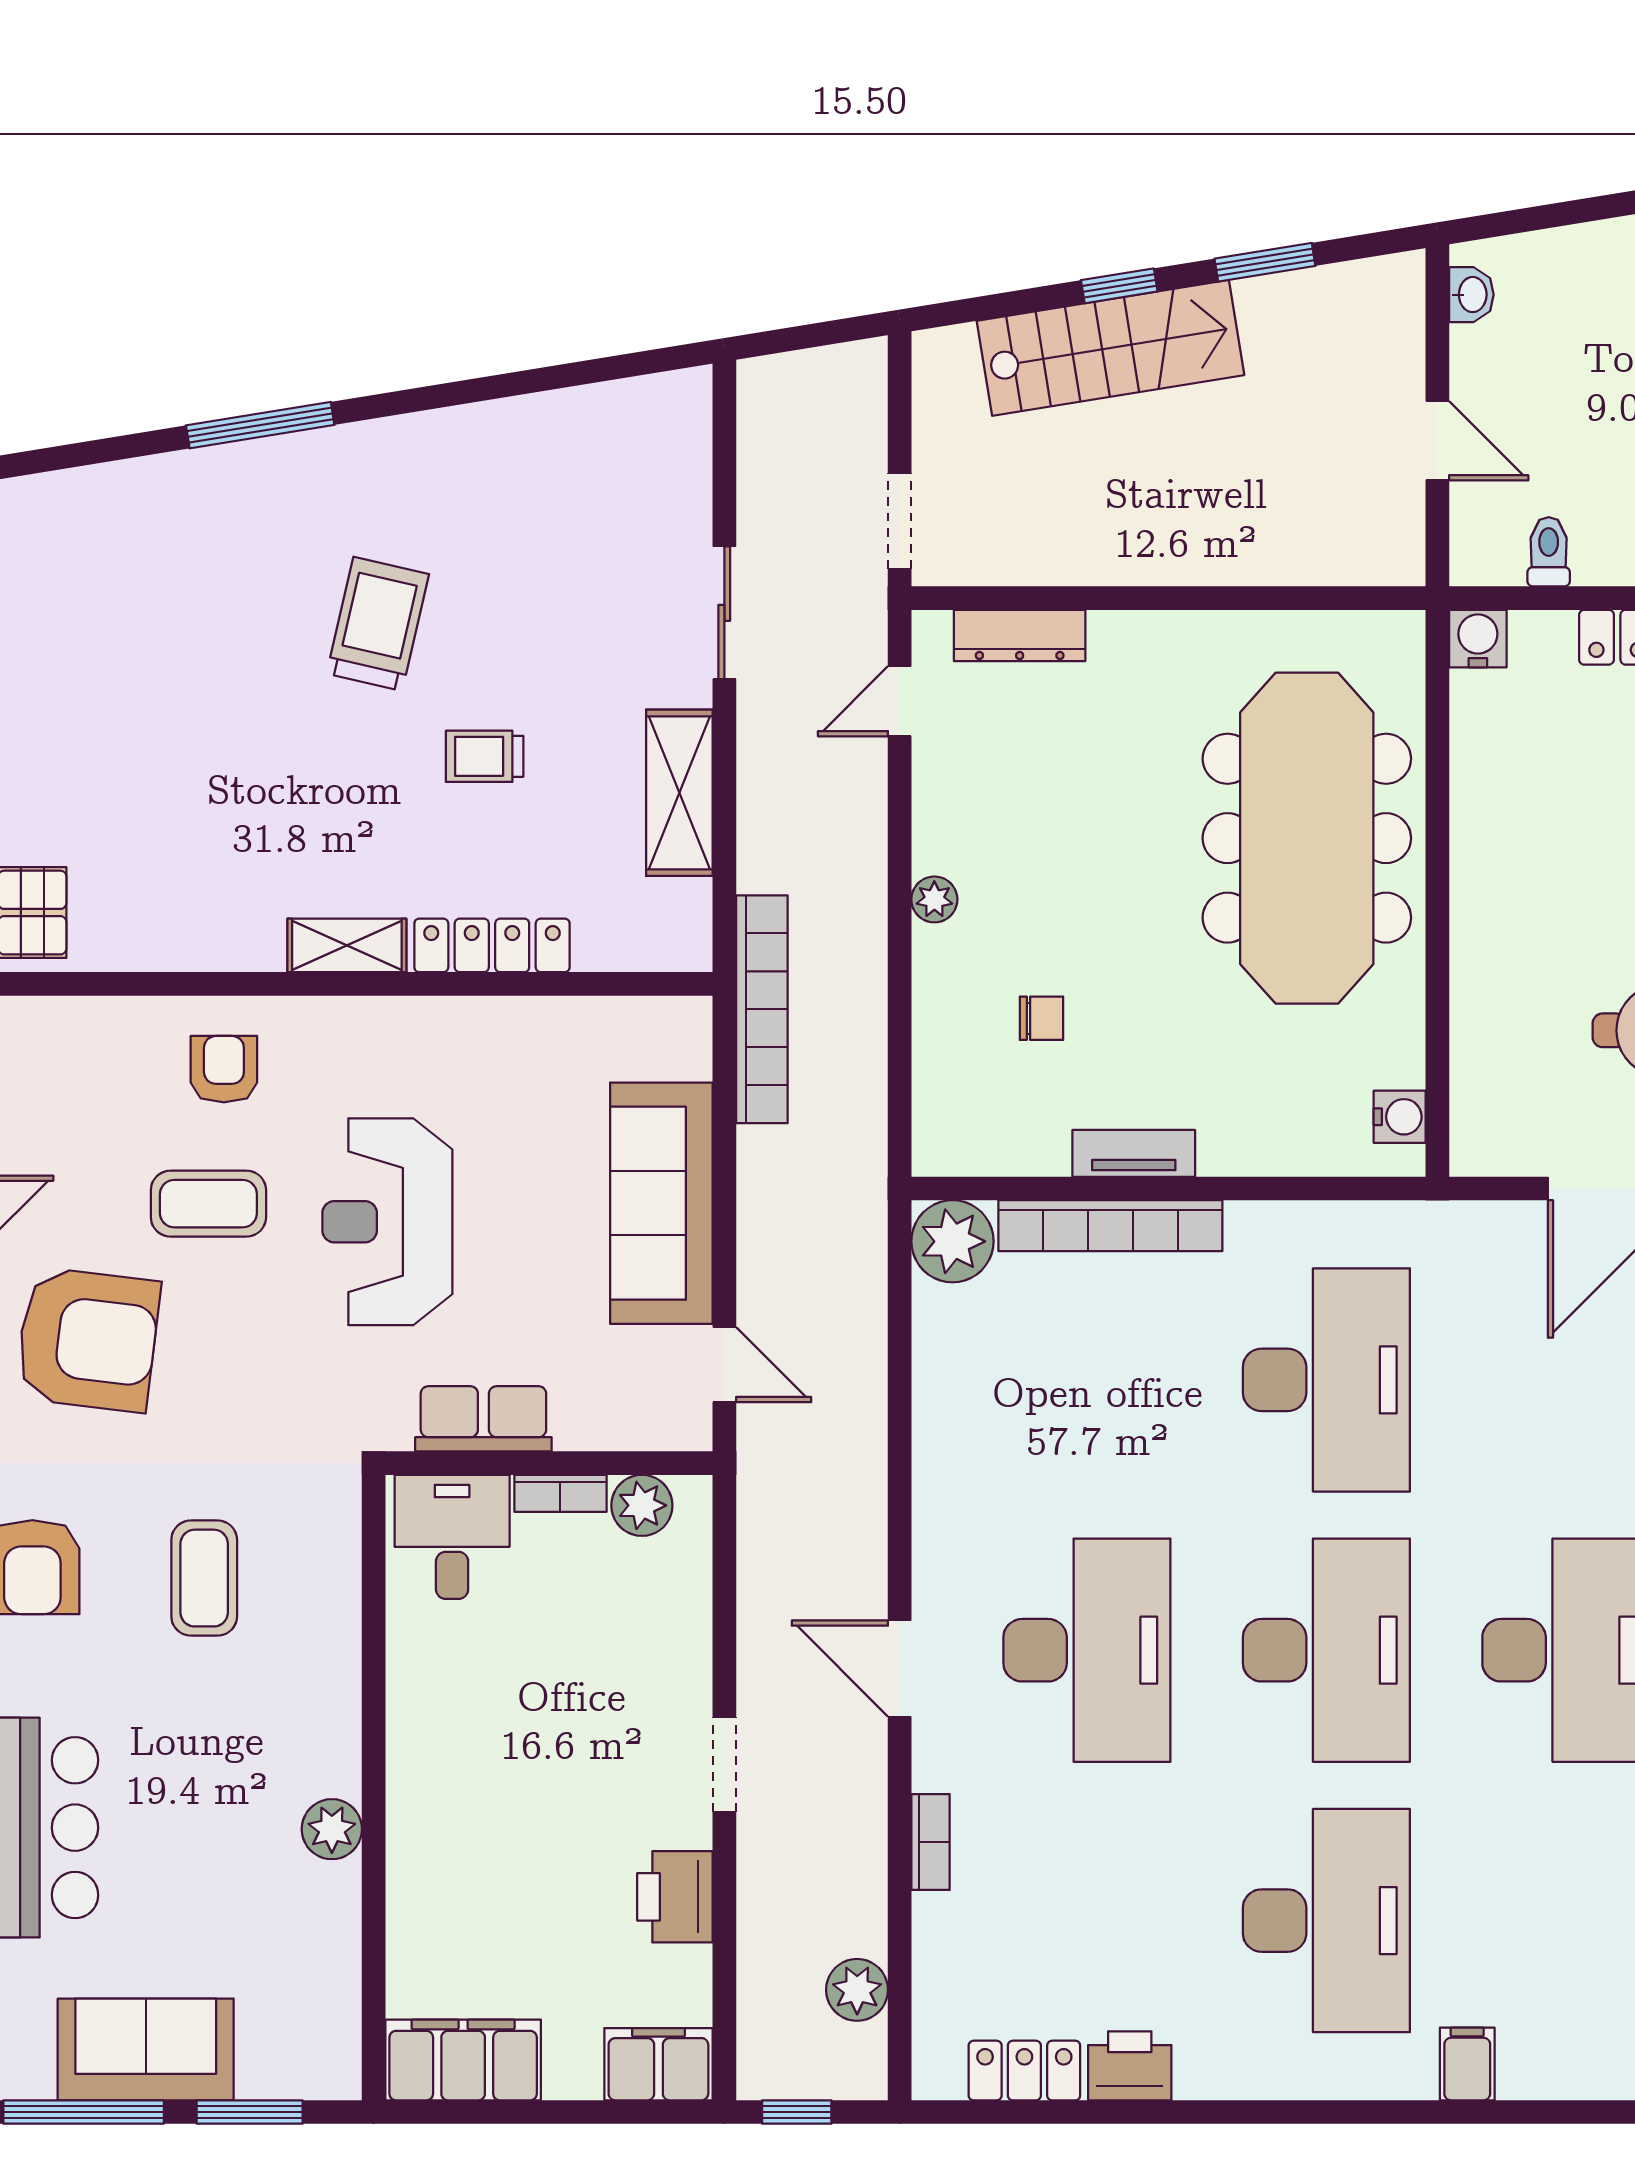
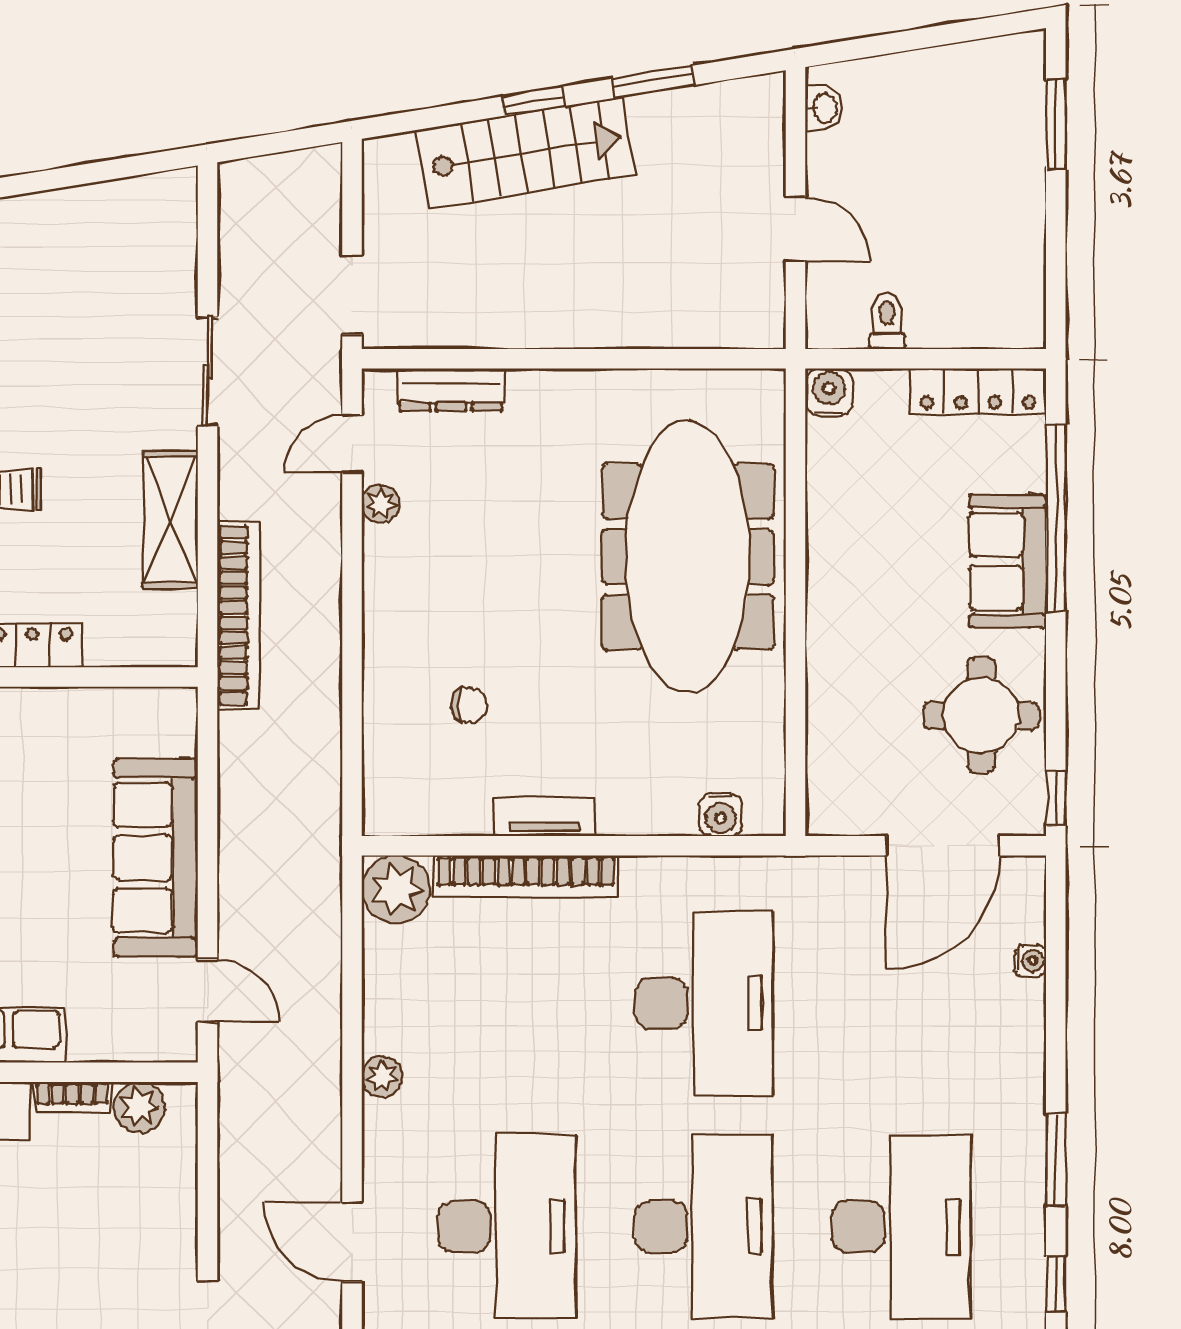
plant: (934, 899) -> (381, 504), moved
bookcase: (762, 1009) -> (238, 615), moved
water cooler: (1400, 1117) -> (721, 815), moved, turned 90
plant: (936, 1468) -> (382, 1076), added

